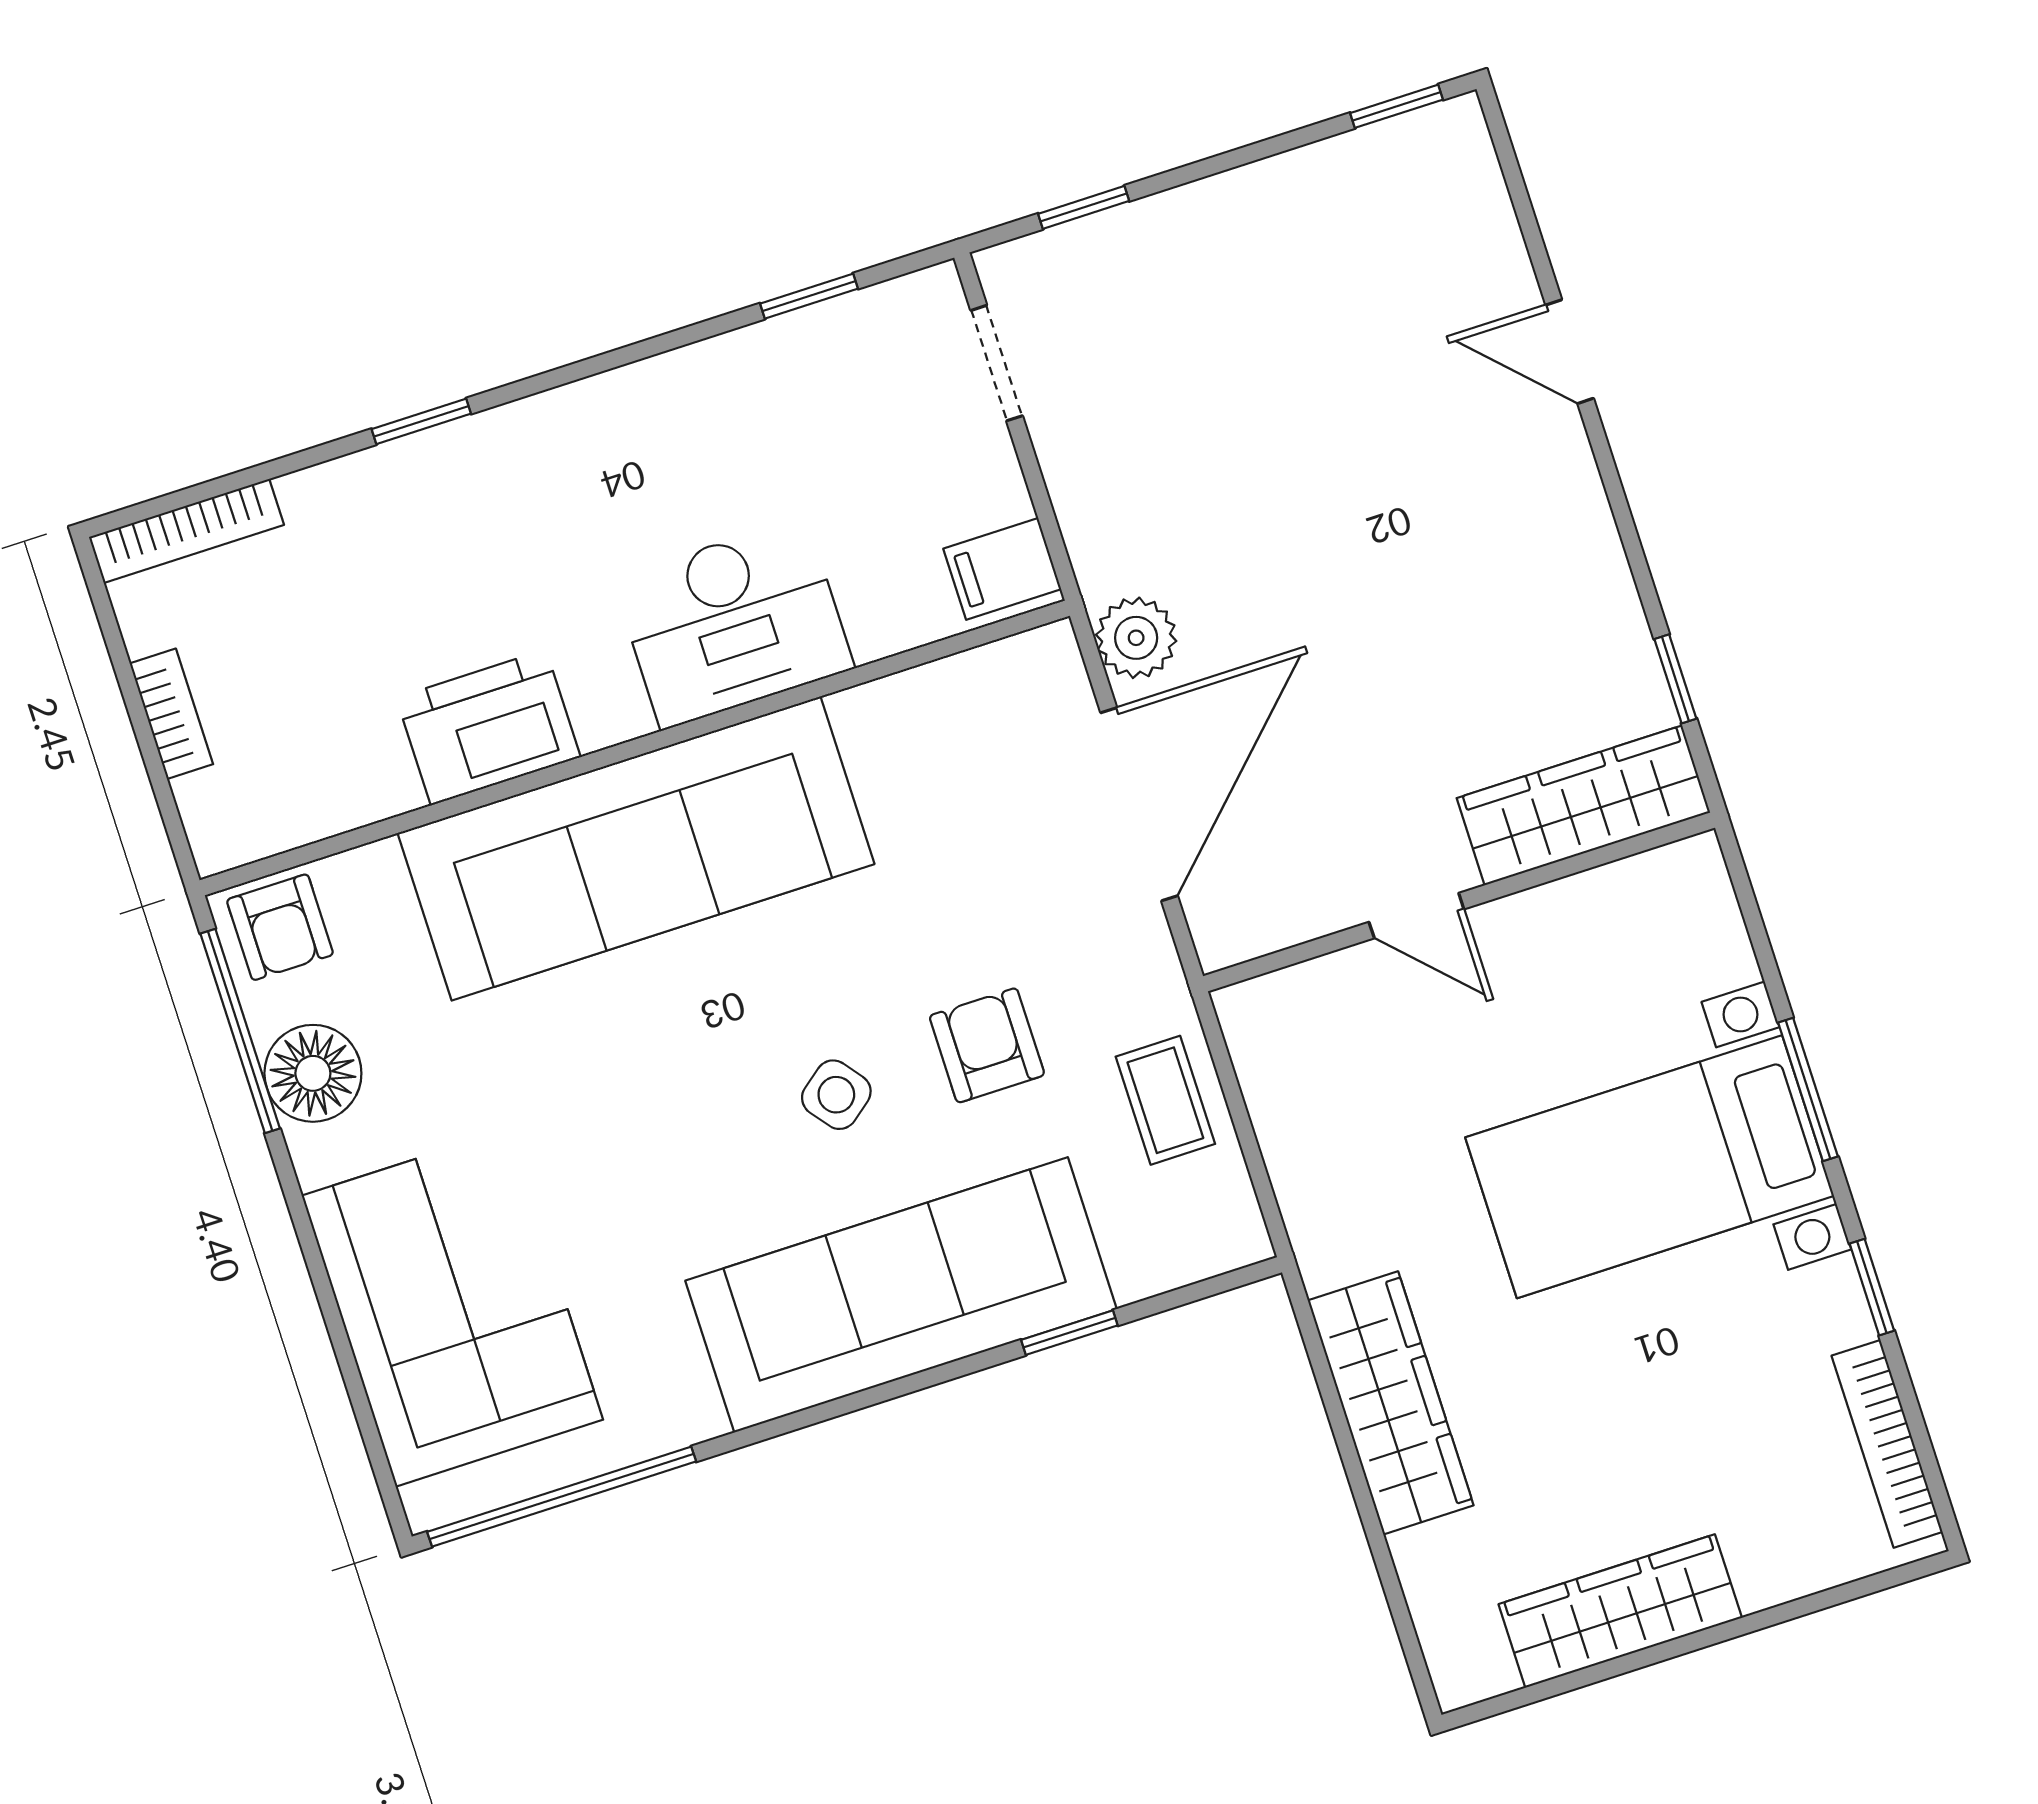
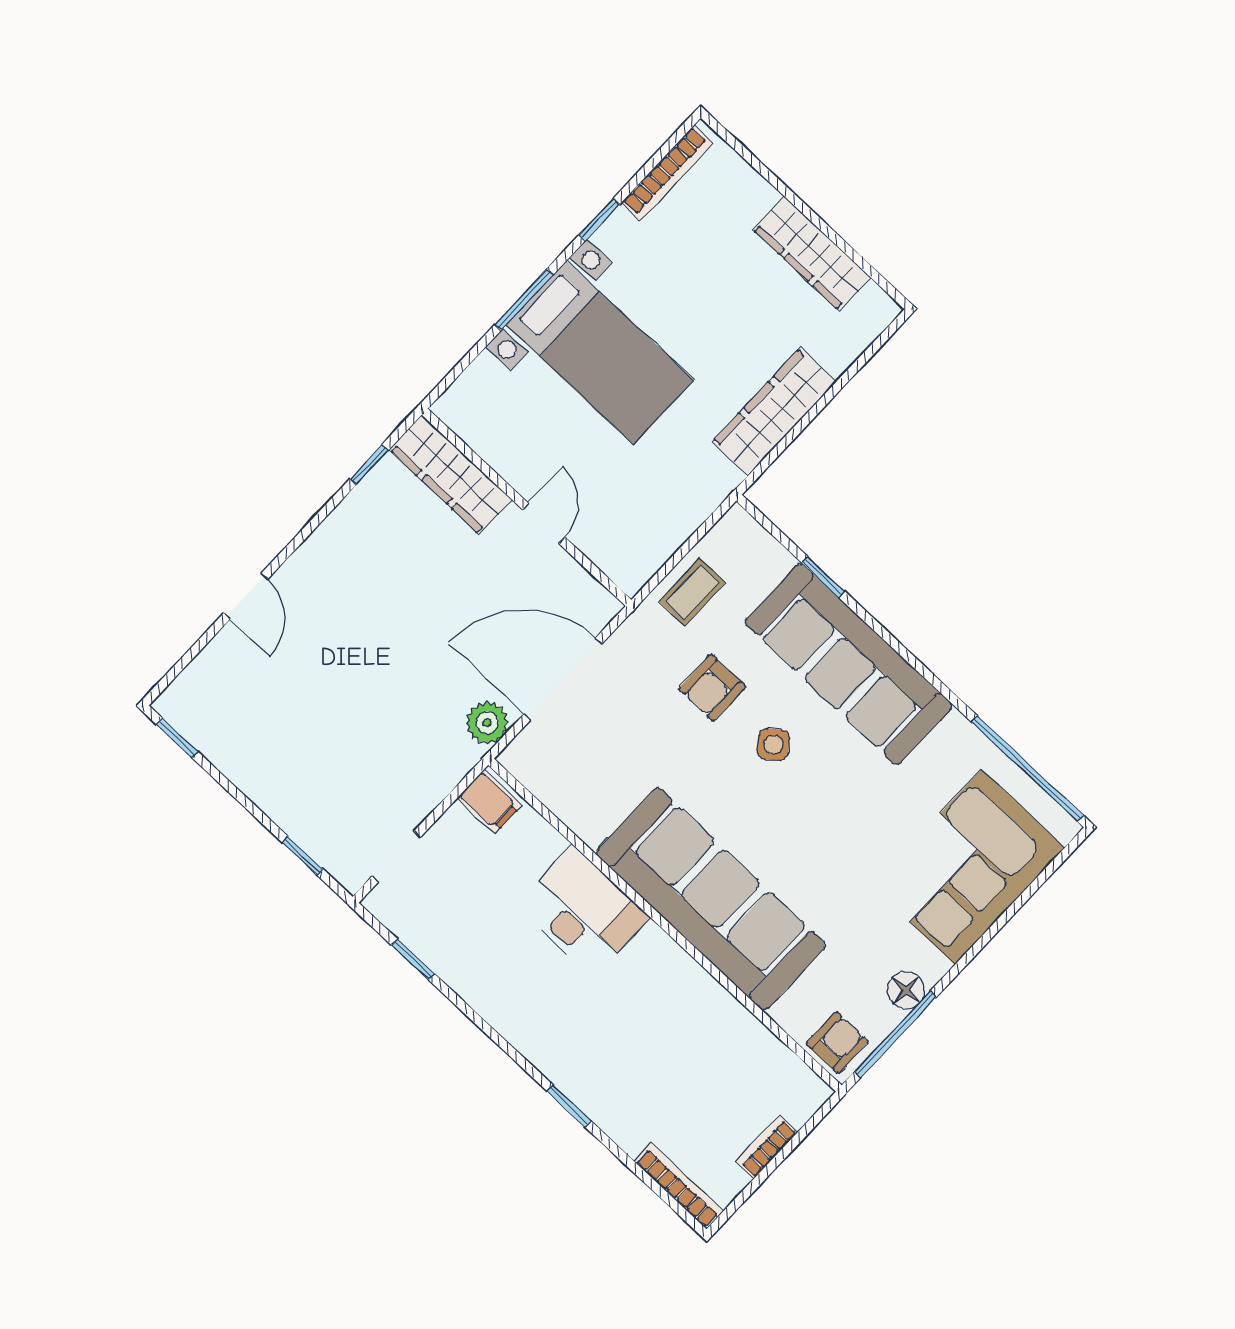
printer: (488, 727) -> (693, 998), removed
floor lamp: (313, 1073) -> (906, 990), width x0.73, depth x0.73

